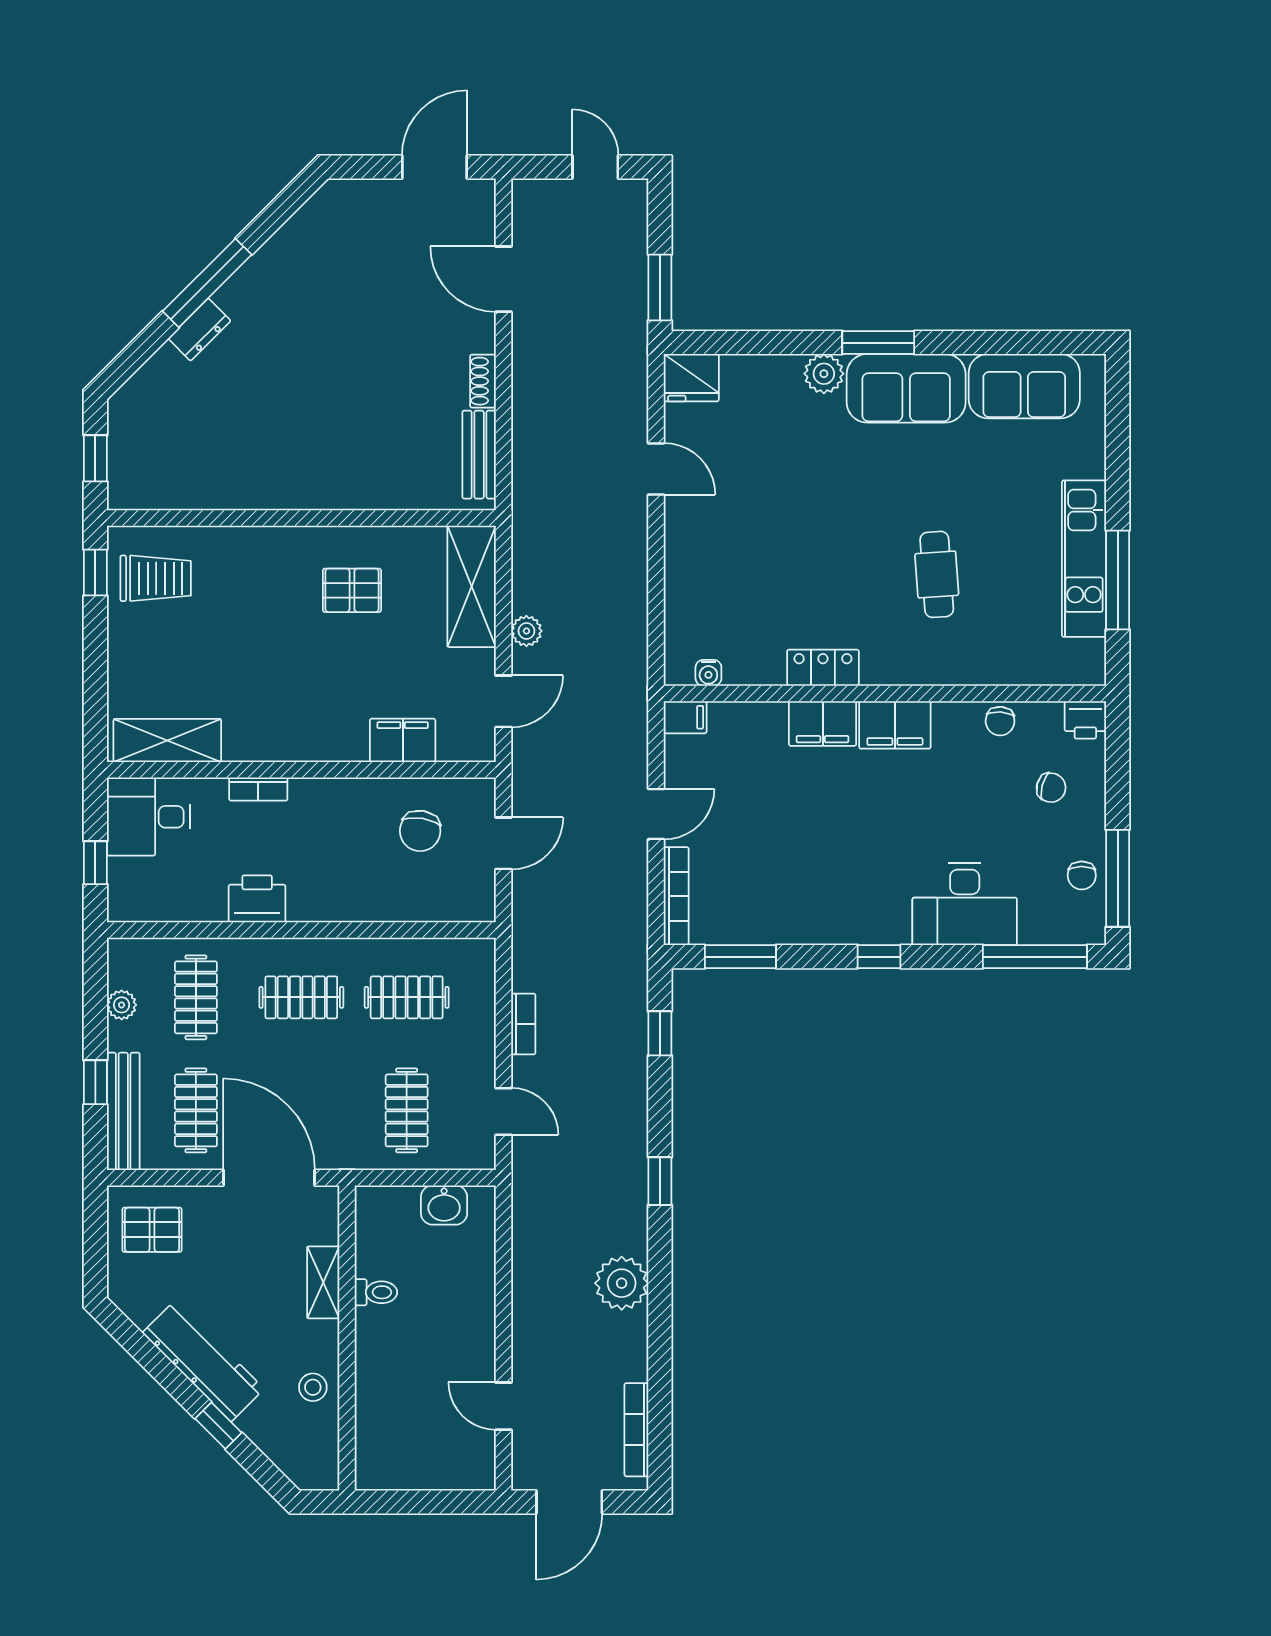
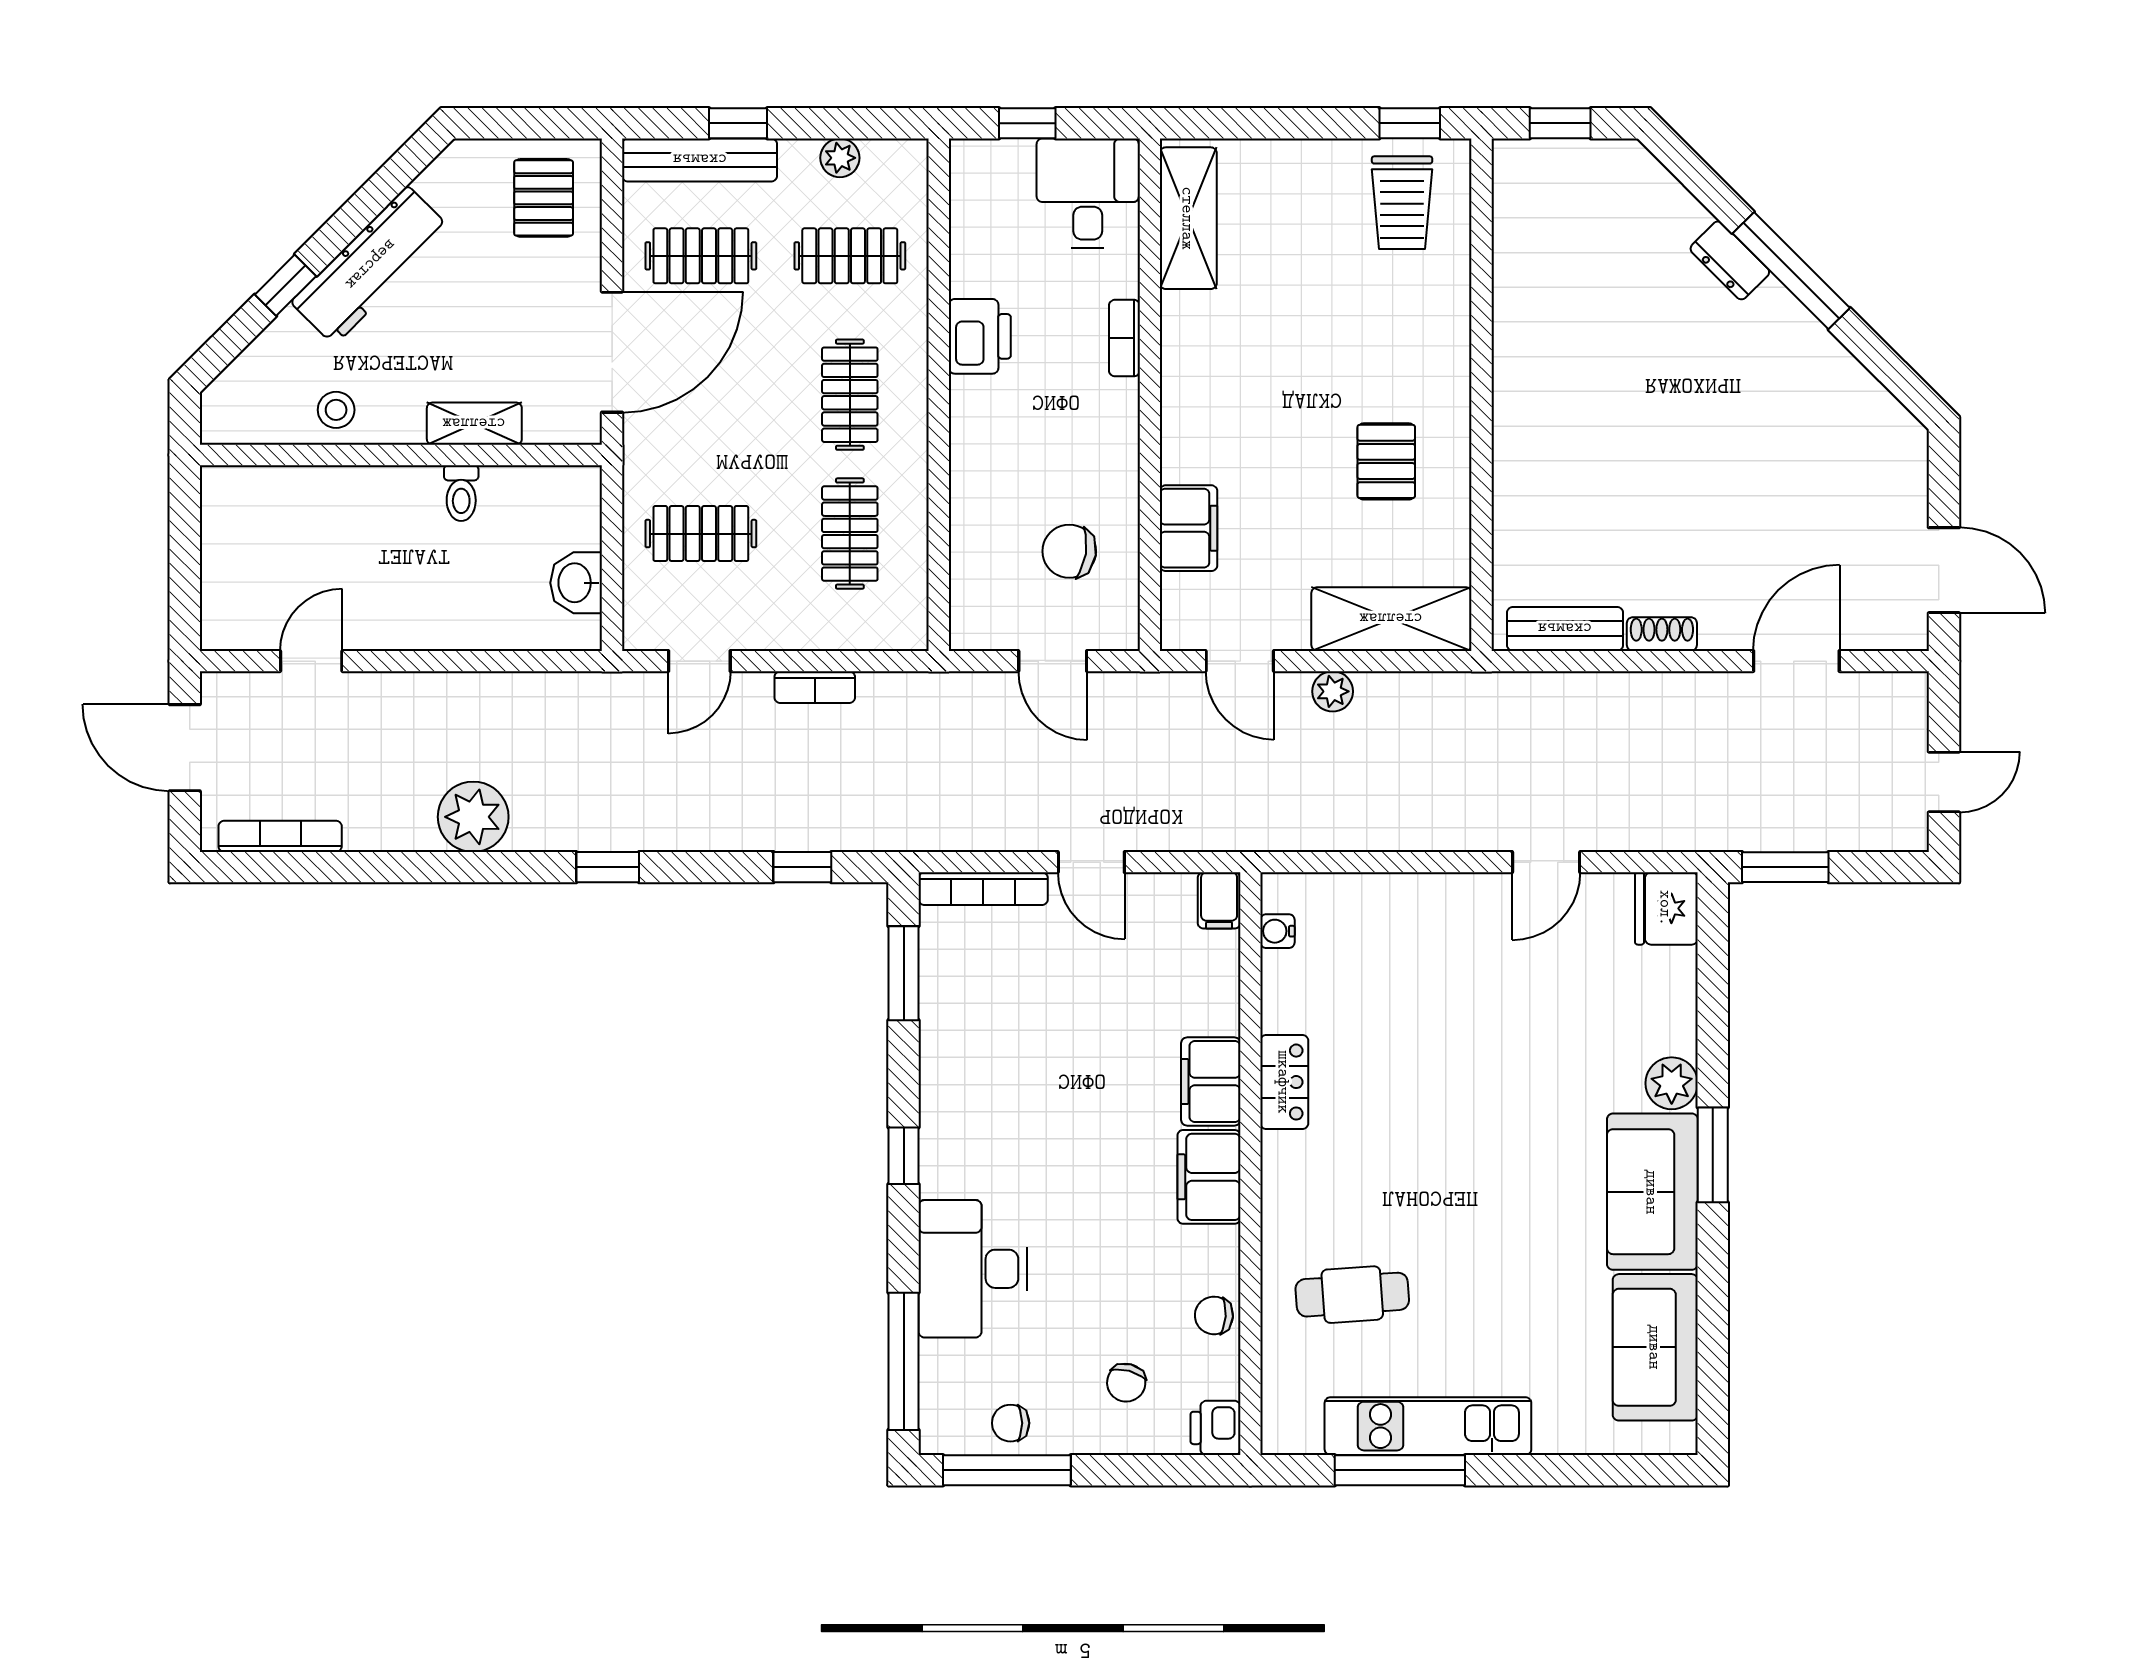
cafe table: (937, 574) -> (1352, 1295), moved

